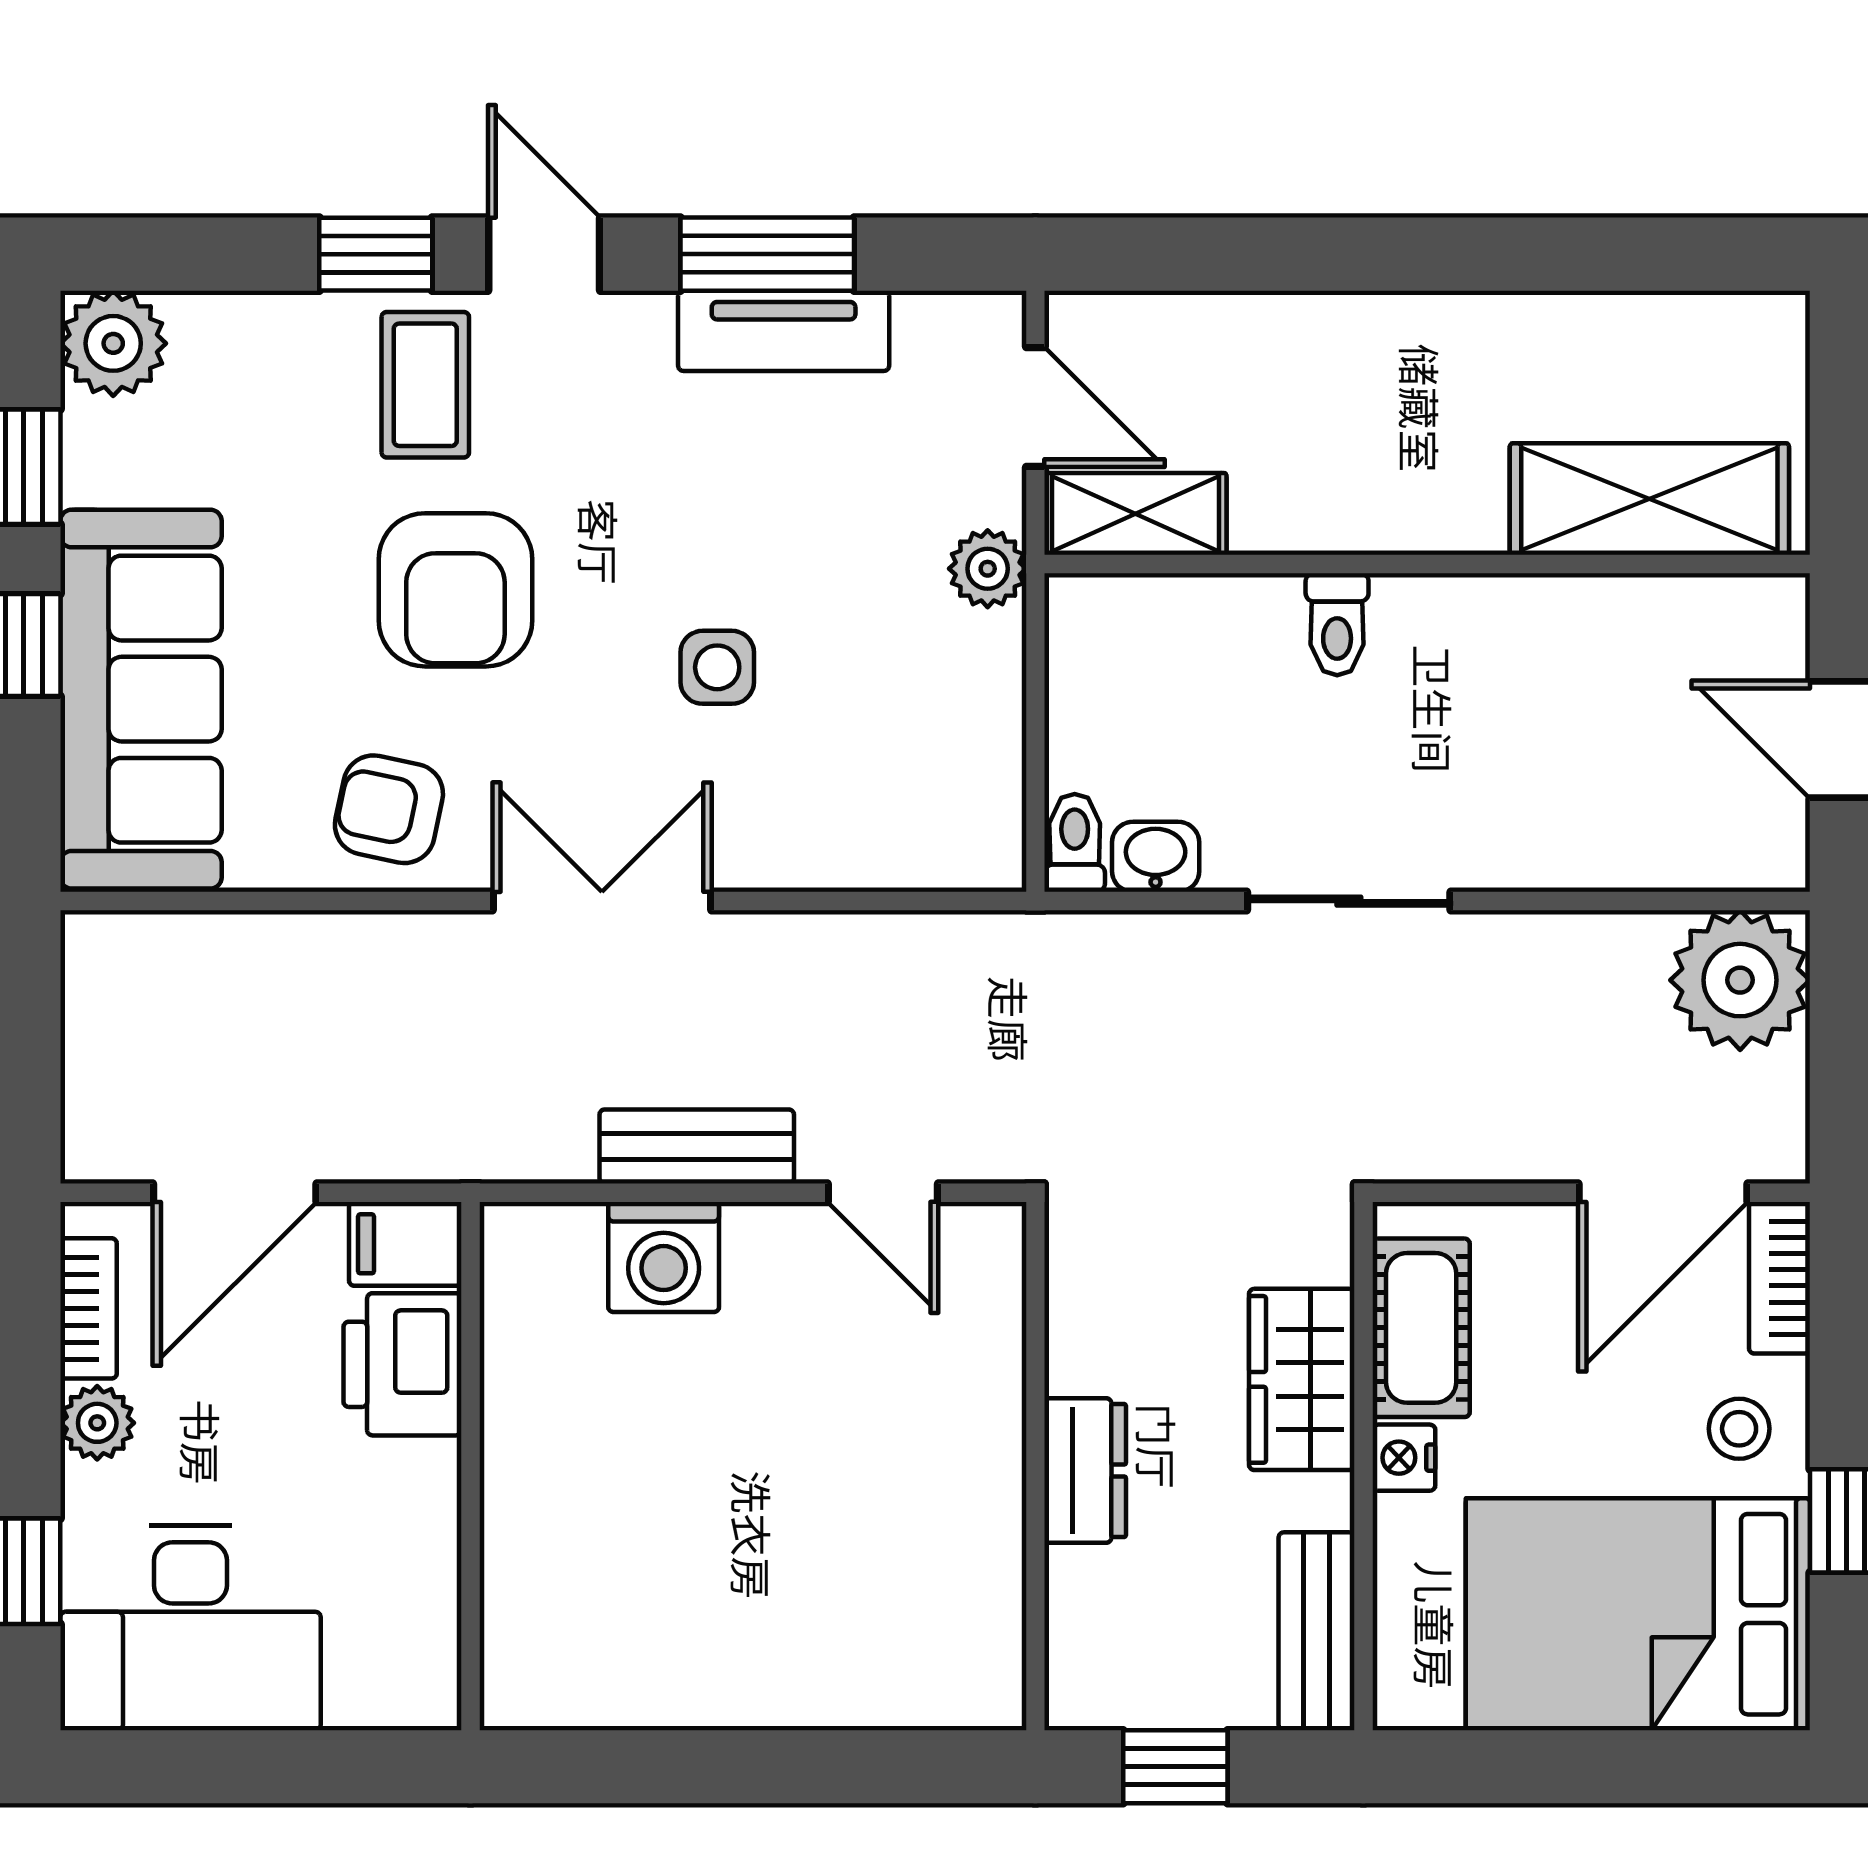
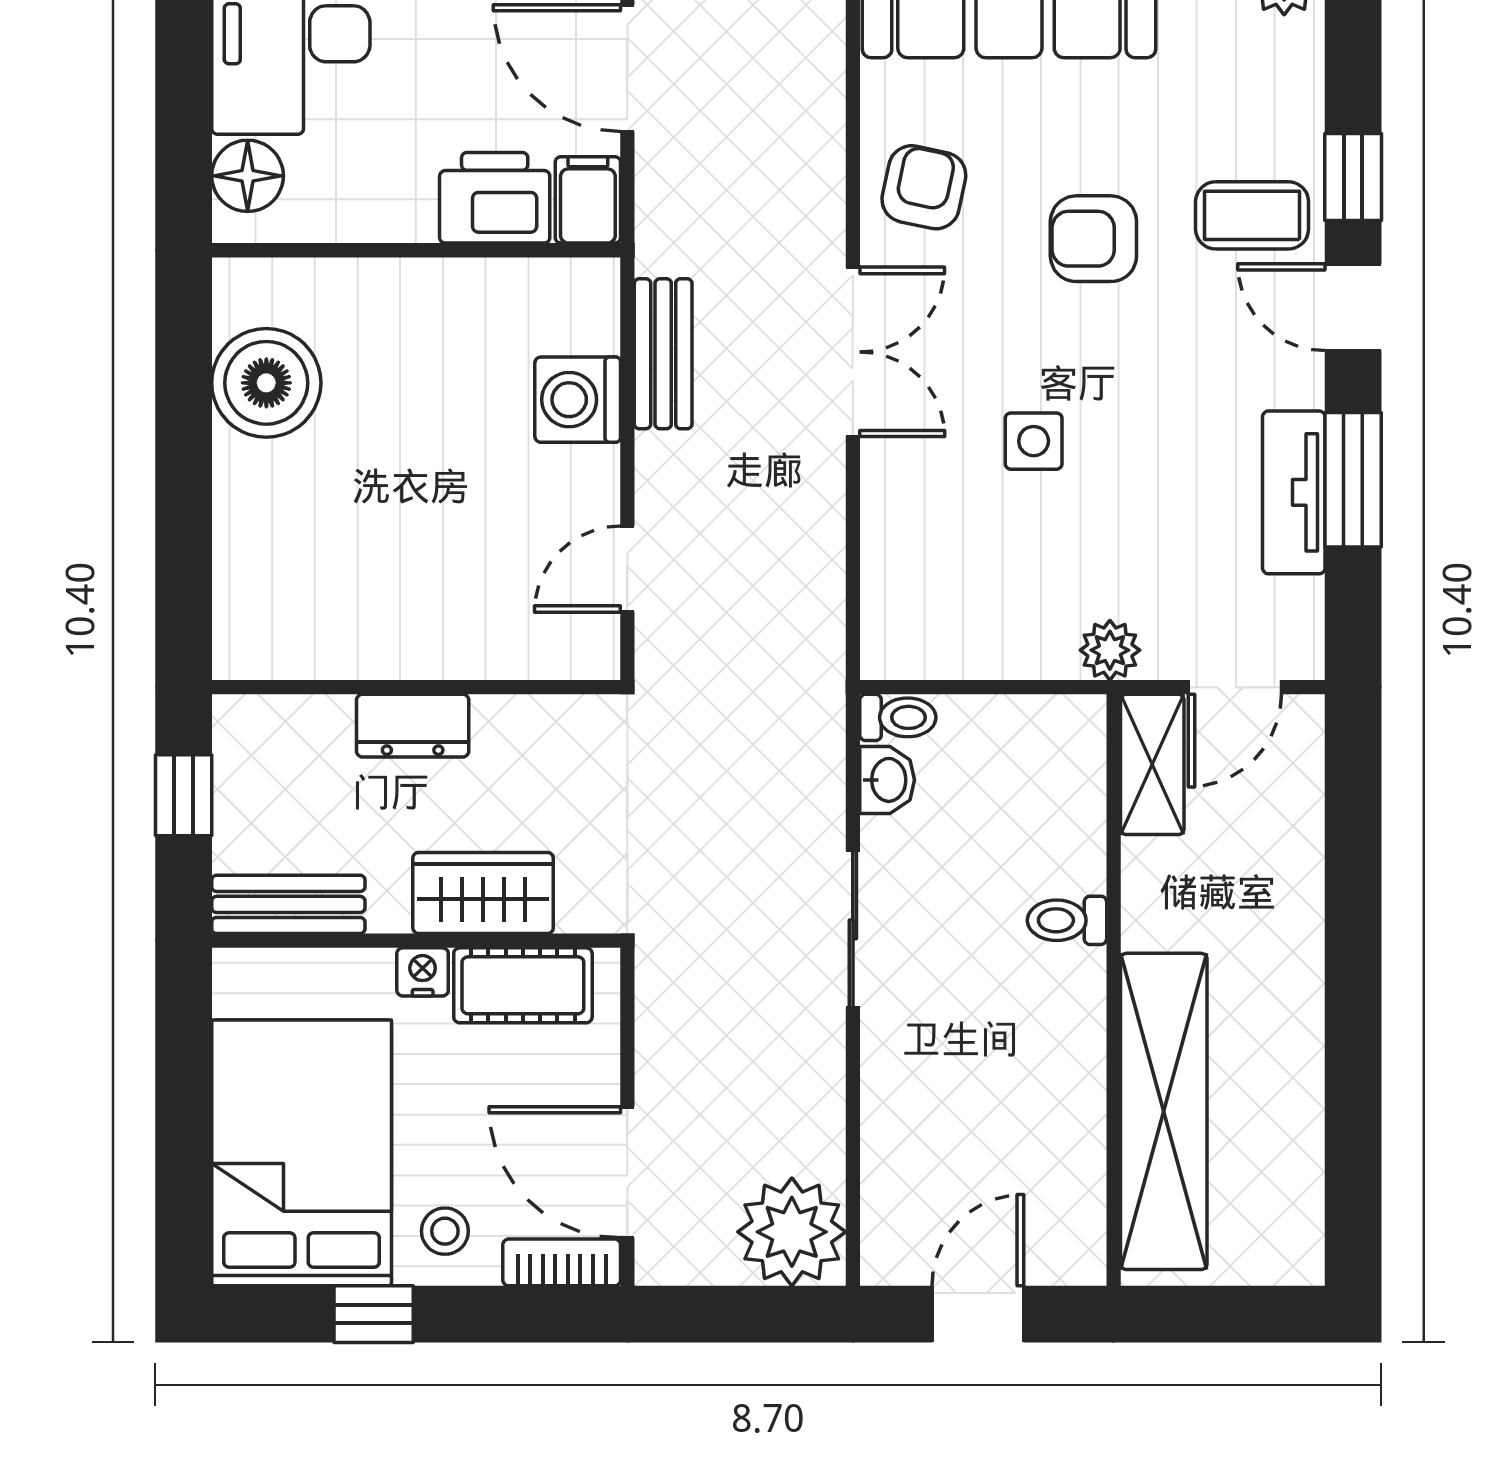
door: (544, 254) -> (1353, 307), swing flipped
shelving: (1649, 499) -> (1164, 1111), width x1.47
armchair: (455, 590) -> (1093, 239), width x0.72, depth x0.72
bench: (697, 1146) -> (663, 354), moved
boiler: (642, 1660) -> (266, 383), added
floor lamp: (374, 1684) -> (248, 176), added

